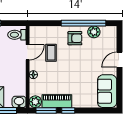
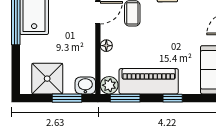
piano: (57, 101) -> (149, 81), width x1.37, depth x1.33
window: (68, 111) -> (173, 98), moved

